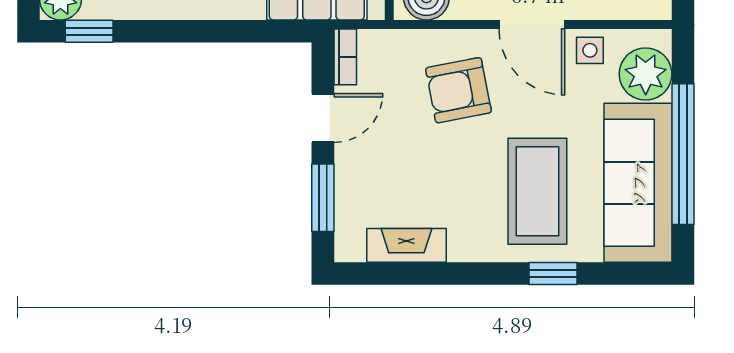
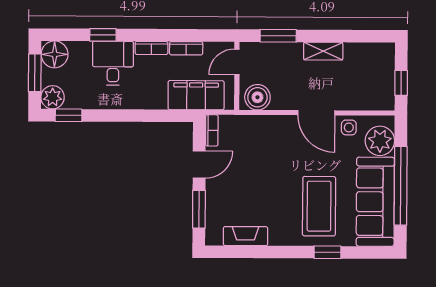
armchair: (458, 90) -> (275, 149), removed

